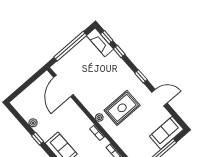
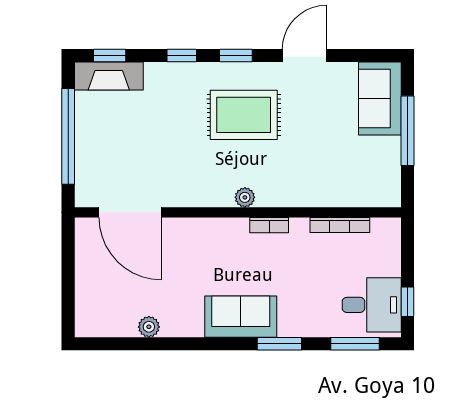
window: (119, 52) -> (182, 55), moved
rug: (122, 108) -> (244, 115), moved, turned 90
window: (38, 139) -> (185, 344), removed

